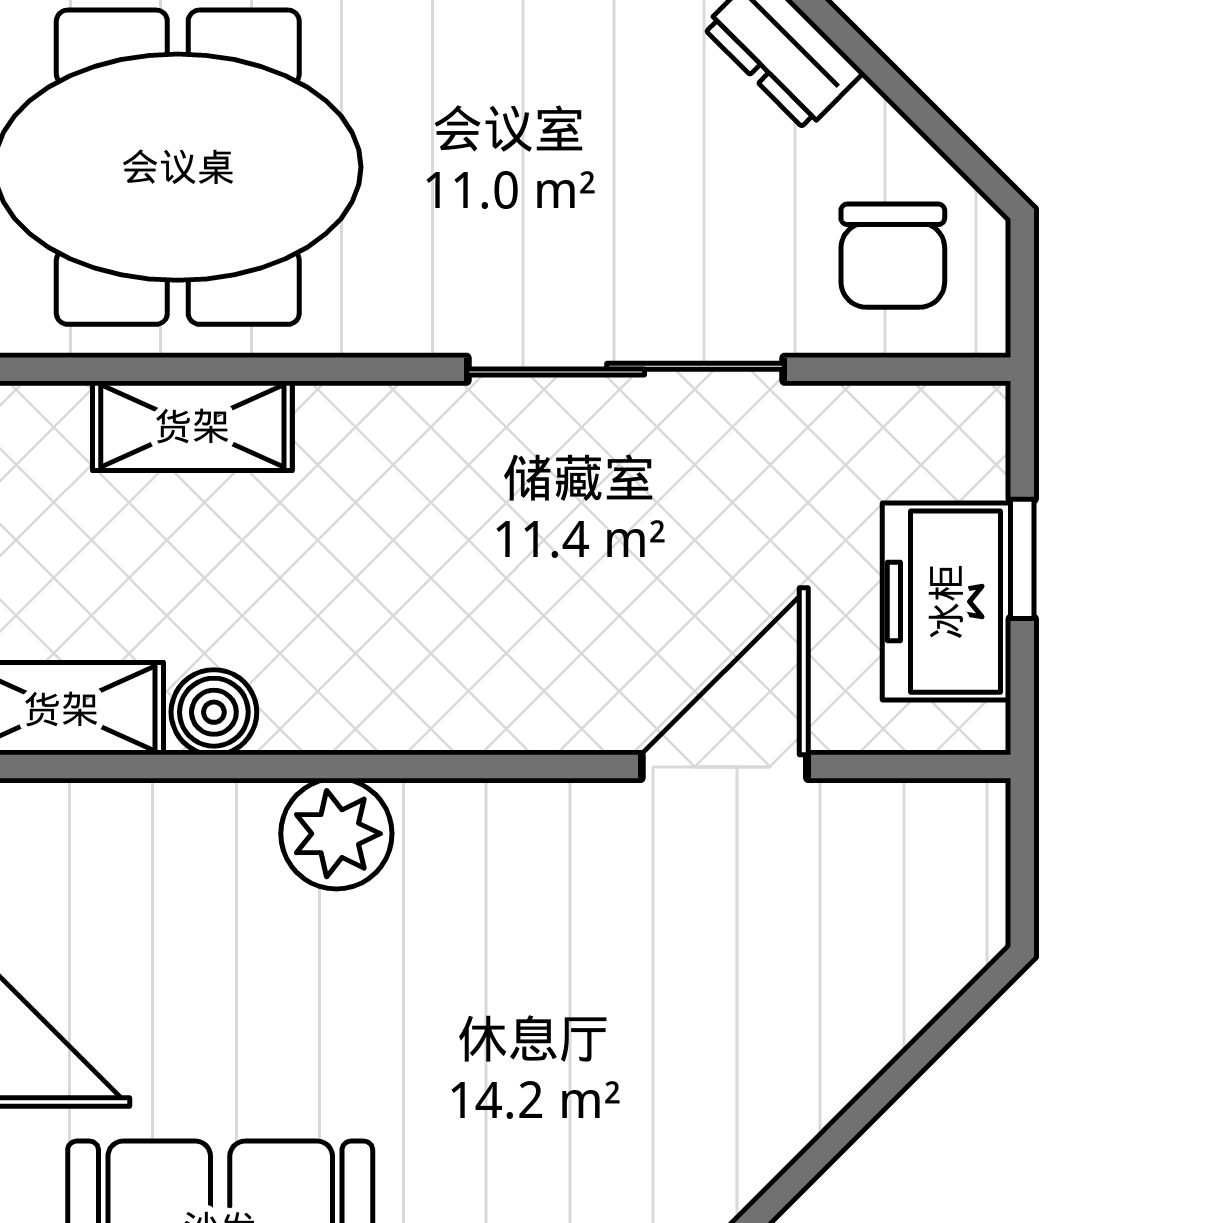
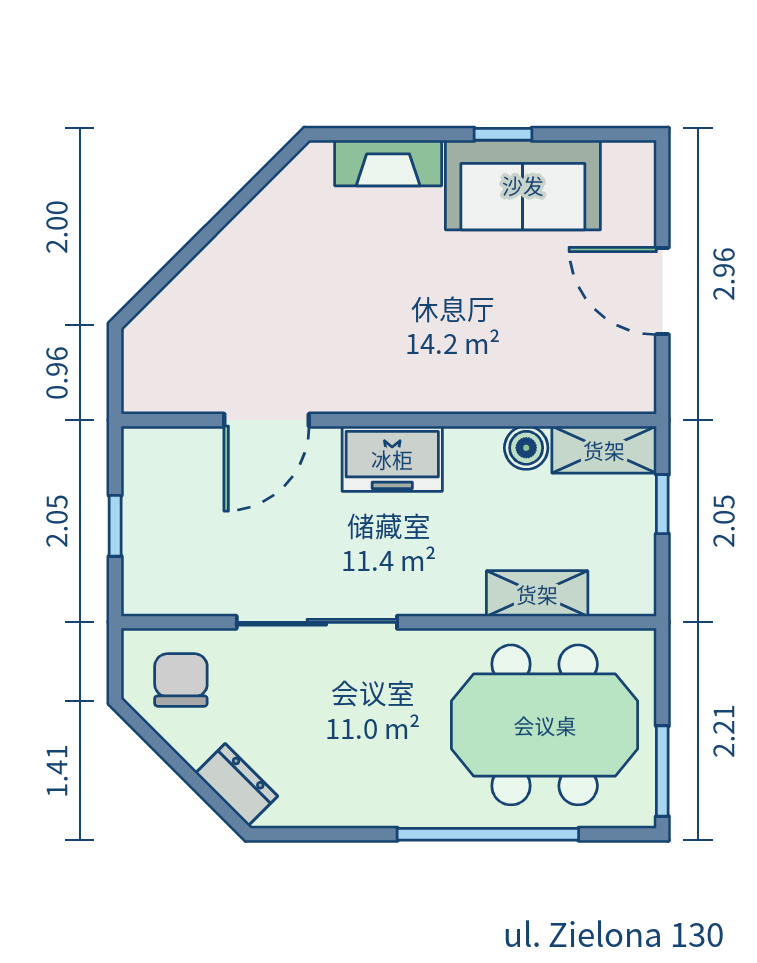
freezer: (946, 602) -> (392, 459), moved, turned 90
plant: (336, 834) -> (464, 386), removed

